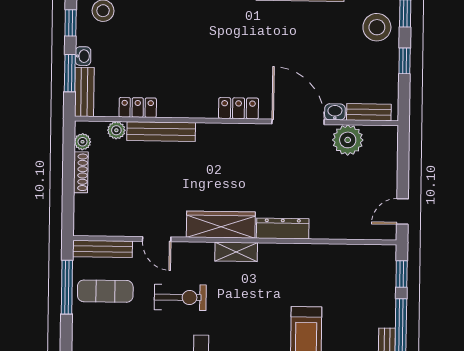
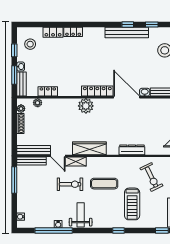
locker: (238, 108) -> (97, 91), width x1.53
bench: (161, 132) -> (34, 150), moved
plant: (348, 140) -> (86, 106), moved
dresser: (283, 229) -> (132, 150), moved
shelving: (236, 252) -> (76, 162), moved
exercise bike: (346, 285) -> (151, 177), added
exercise mat: (105, 291) -> (104, 184), moved

